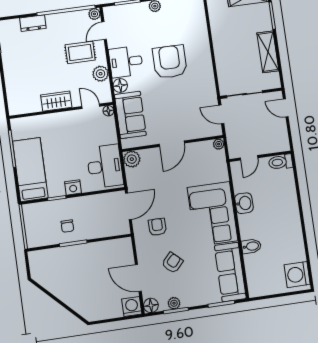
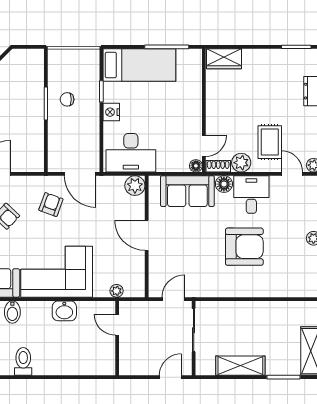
shoe rack: (106, 92) -> (218, 166), added
wardrobe: (56, 101) -> (224, 59), moved, turned 90
plant: (219, 144) -> (117, 291), moved
toilet: (281, 162) -> (23, 361), moved
armchair: (157, 227) -> (51, 205), turned -70

